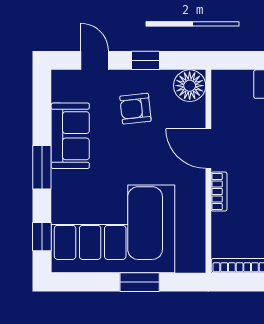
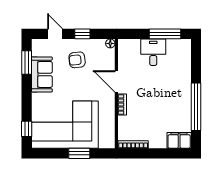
floor lamp: (190, 86) -> (110, 43), width x0.53, depth x0.53
window: (42, 167) -> (27, 62), moved

